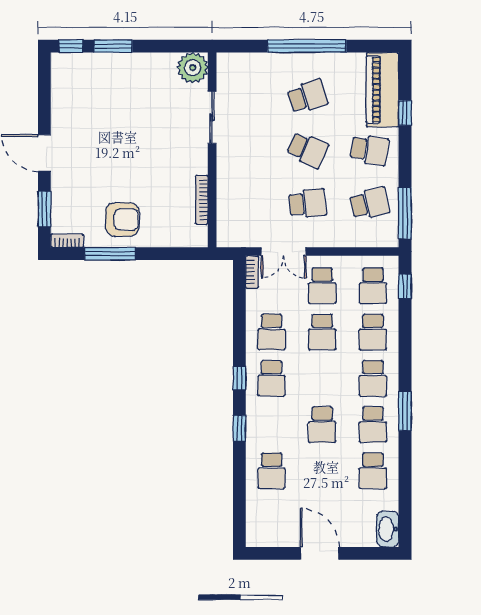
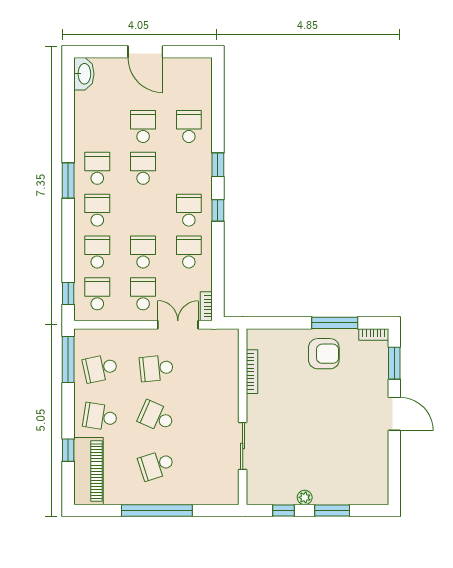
window: (71, 46) -> (284, 511), moved
plant: (193, 68) -> (305, 497), moved, width x0.53, depth x0.53
armchair: (122, 219) -> (324, 354), turned 180
school desk: (373, 471) -> (143, 126), moved

